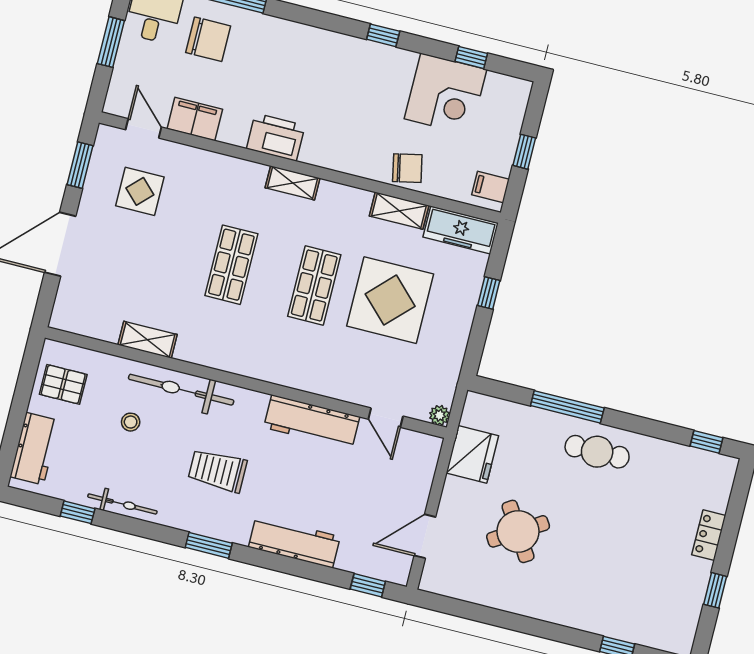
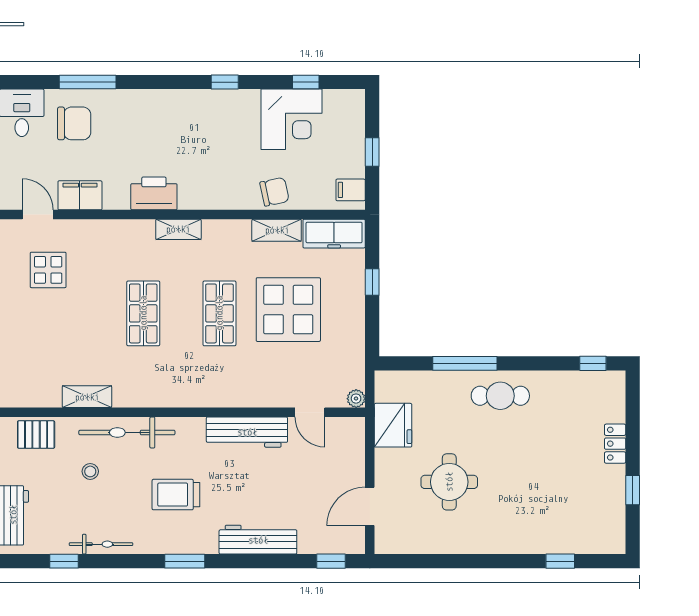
pallet: (63, 384) -> (36, 435), moved
round table: (518, 531) -> (449, 482), turned 32

